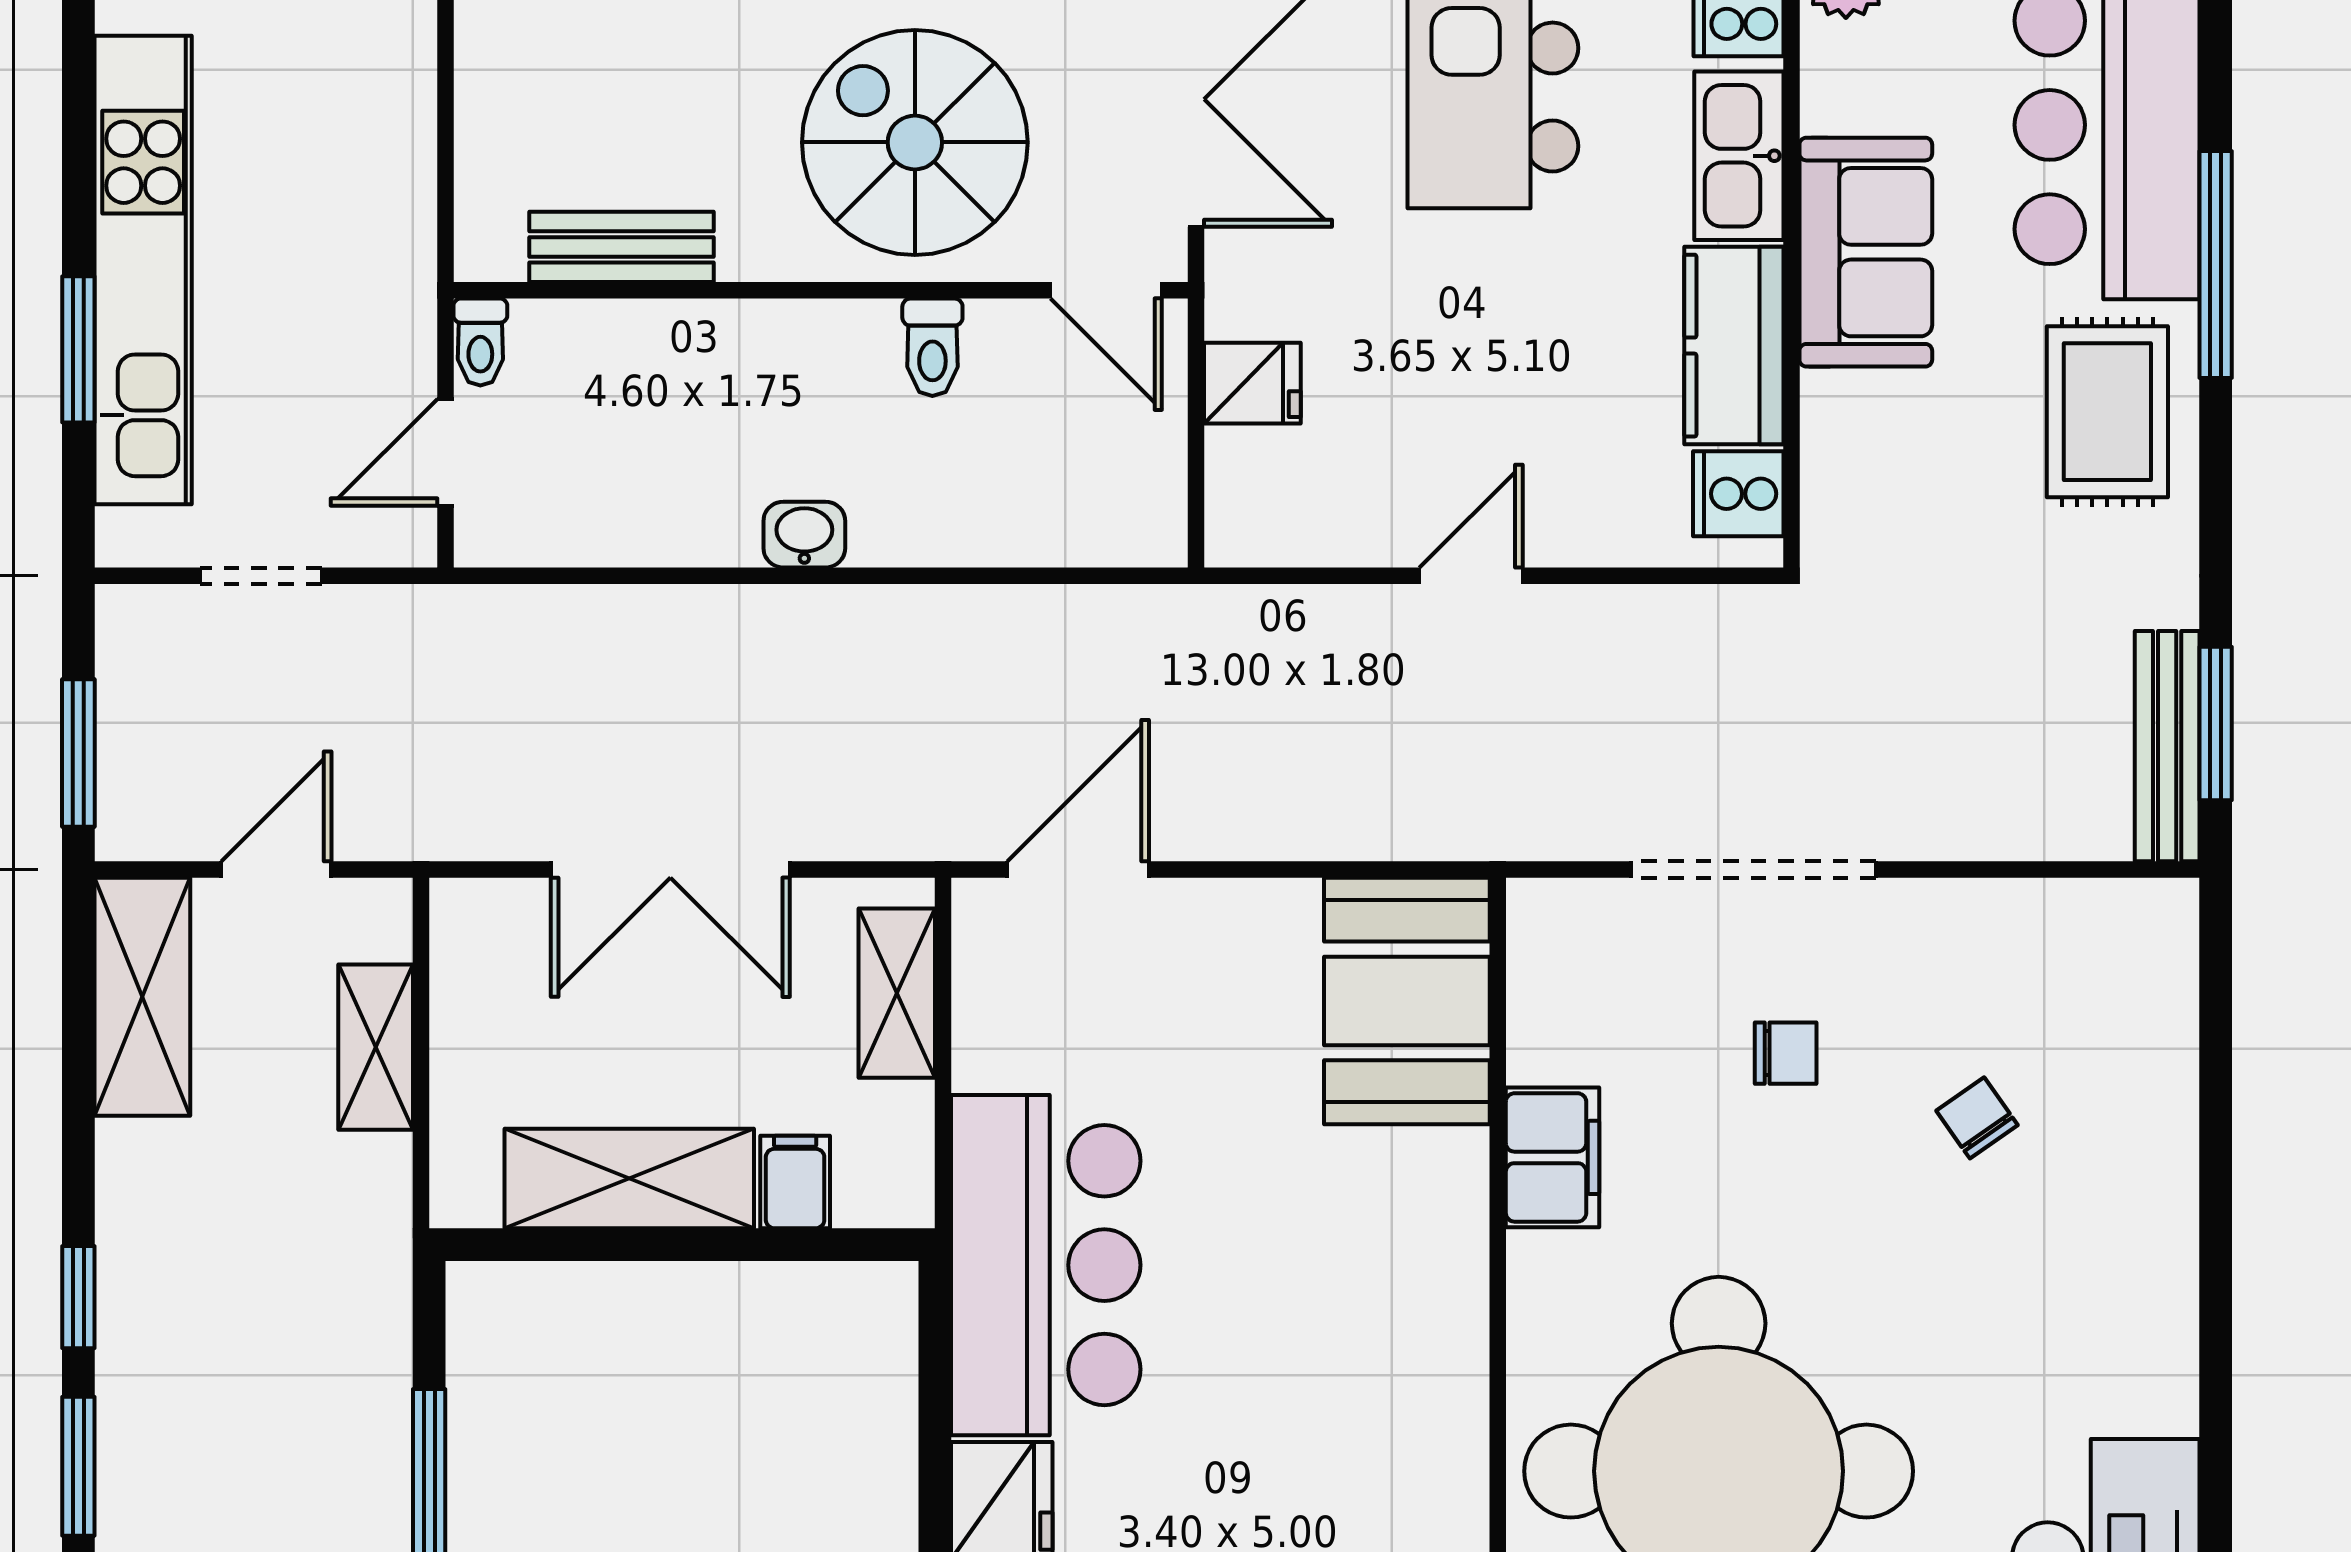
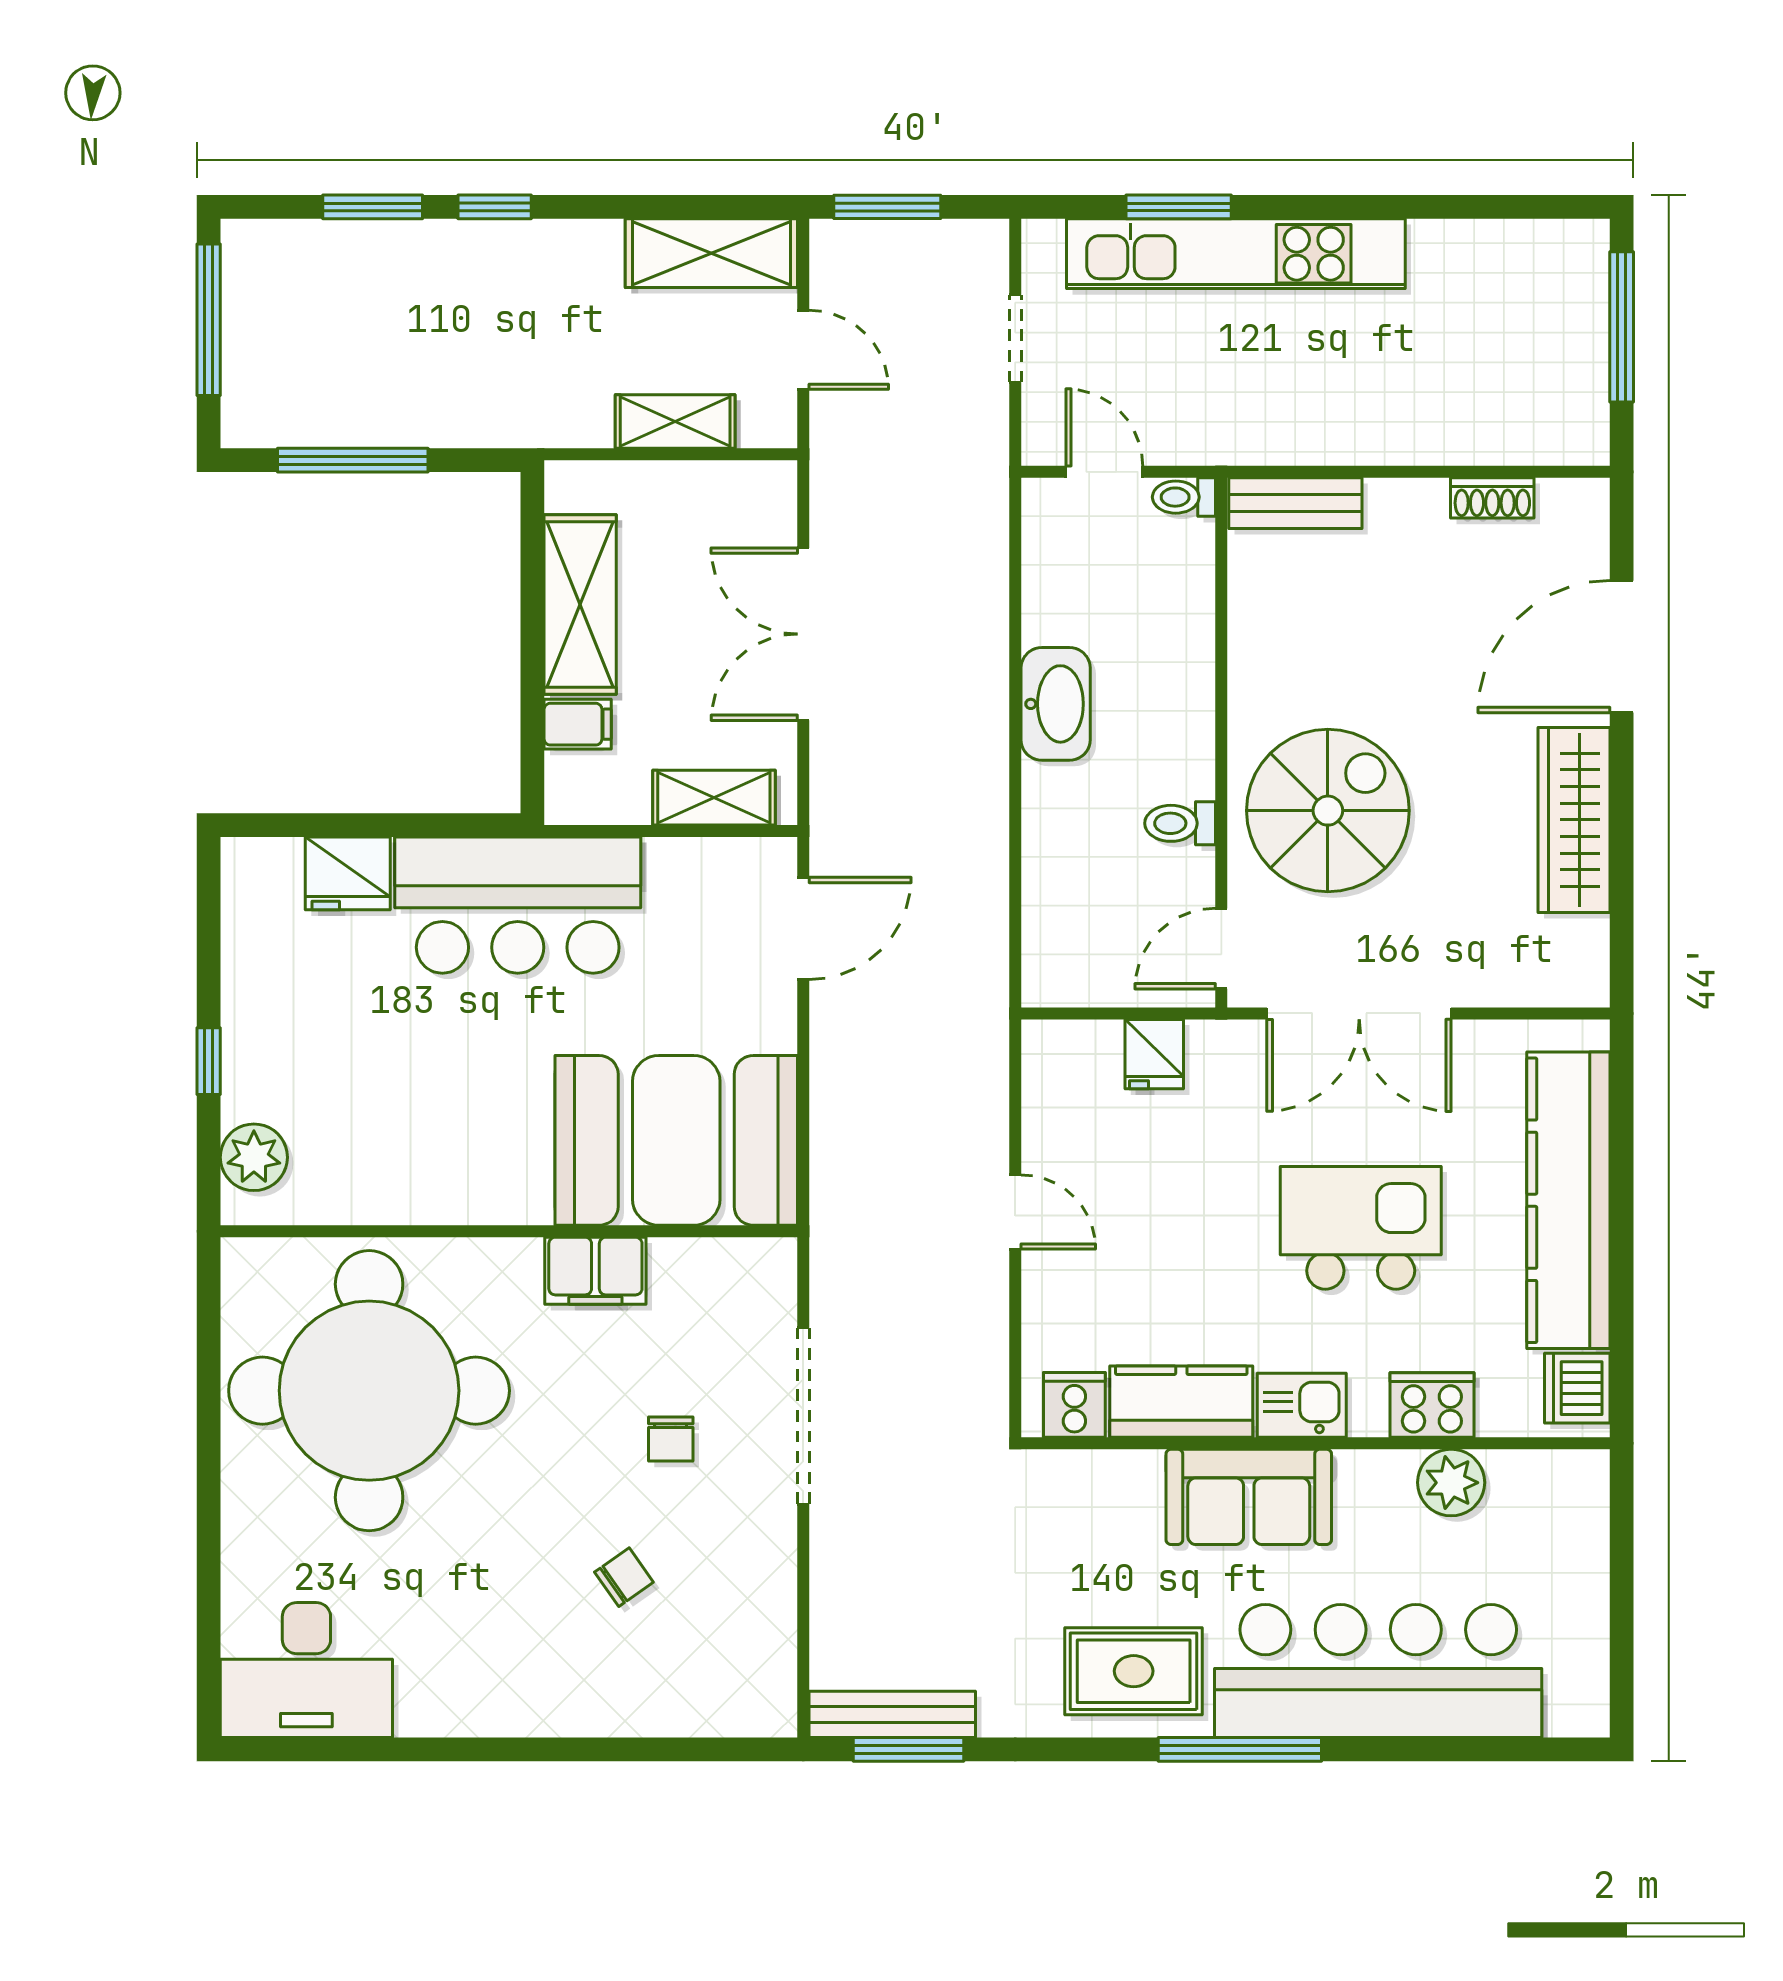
kitchen sink: (1739, 156) -> (1302, 1405), width x0.73
bench: (622, 247) -> (1295, 503), moved, turned 90
washbasin: (804, 535) -> (1056, 704), width x1.91, depth x1.45
door: (1078, 869) -> (803, 928), hinge flipped
booth: (1407, 1001) -> (676, 1140), width x1.36, depth x1.42

